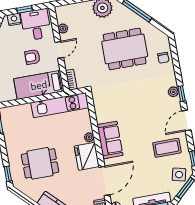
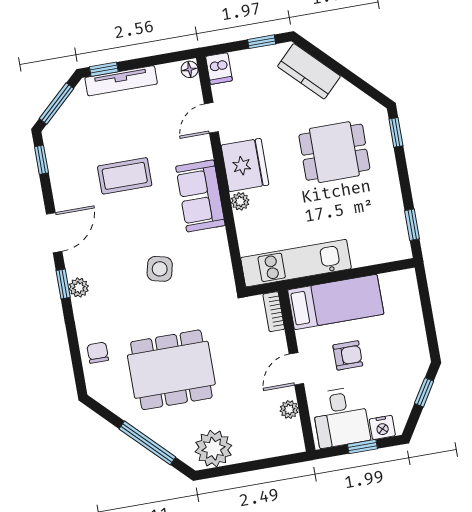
coffee table: (167, 148) -> (125, 176), moved
side table: (179, 175) -> (160, 269), moved
door: (104, 181) -> (211, 118), width x0.53

